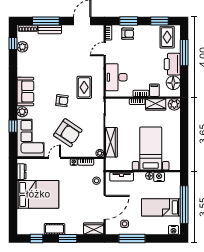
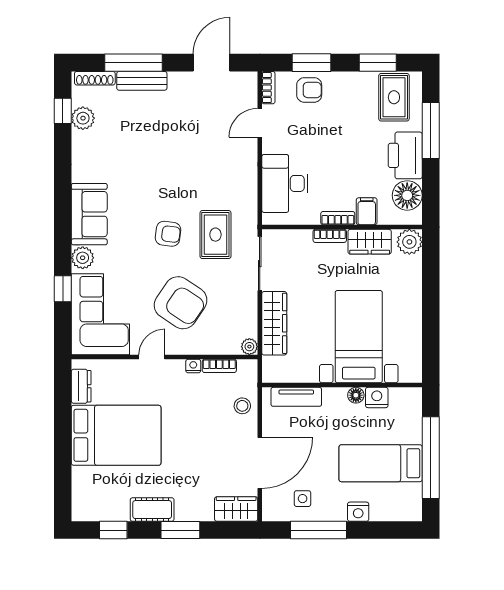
rug: (84, 87) -> (215, 235), moved
nightstand: (173, 230) -> (358, 512), moved

